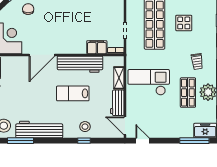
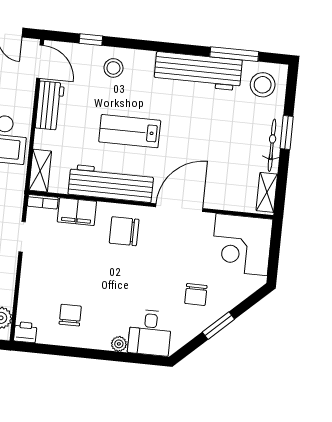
chair: (70, 39) -> (124, 231), added
shelving: (119, 78) -> (40, 171), moved
lab bench: (73, 93) -> (130, 131), turned 180
window: (84, 141) -> (91, 40), moved

